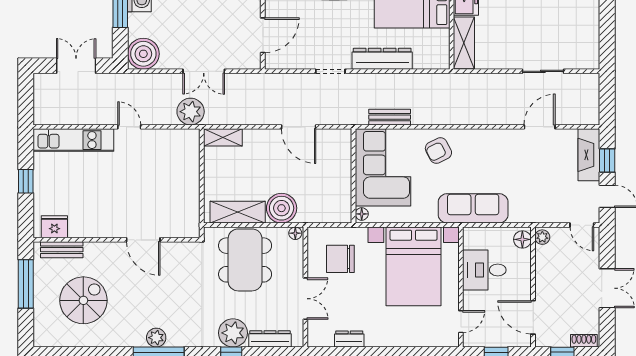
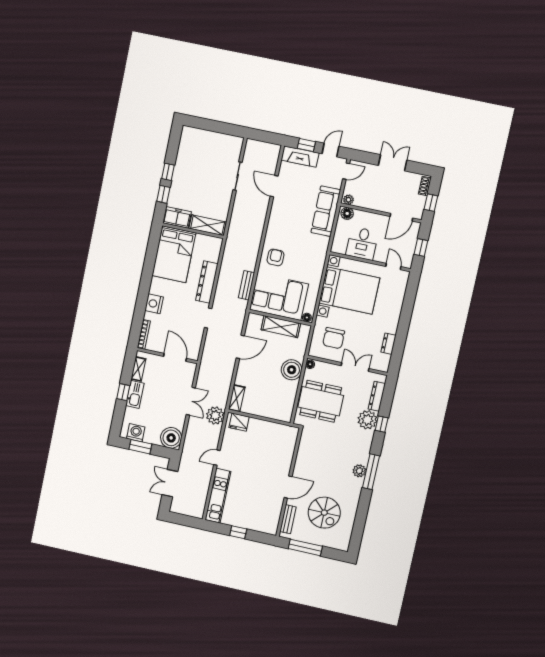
armchair: (438, 150) -> (275, 257), turned -153
sofa: (473, 208) -> (326, 211), moved
shelving: (238, 212) -> (281, 327), moved, turned 90
fridge: (54, 227) -> (239, 422), moved, turned -90
door: (143, 240) -> (288, 487), moved
spiral stairs: (83, 300) -> (324, 513), turned 180

